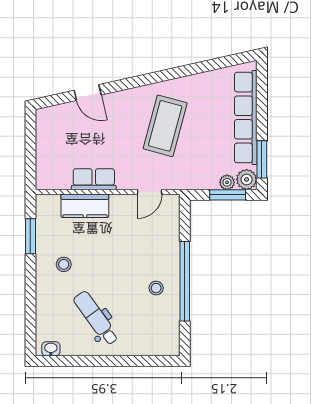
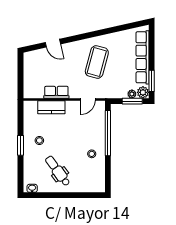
window: (30, 236) -> (21, 145), moved
window: (185, 281) -> (108, 133), moved

